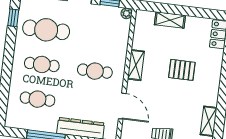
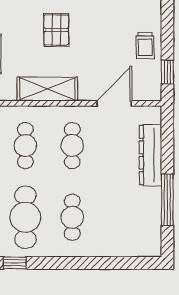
shelving: (136, 65) -> (47, 89), width x1.50, depth x1.33
cafe table: (37, 99) -> (25, 146), moved

